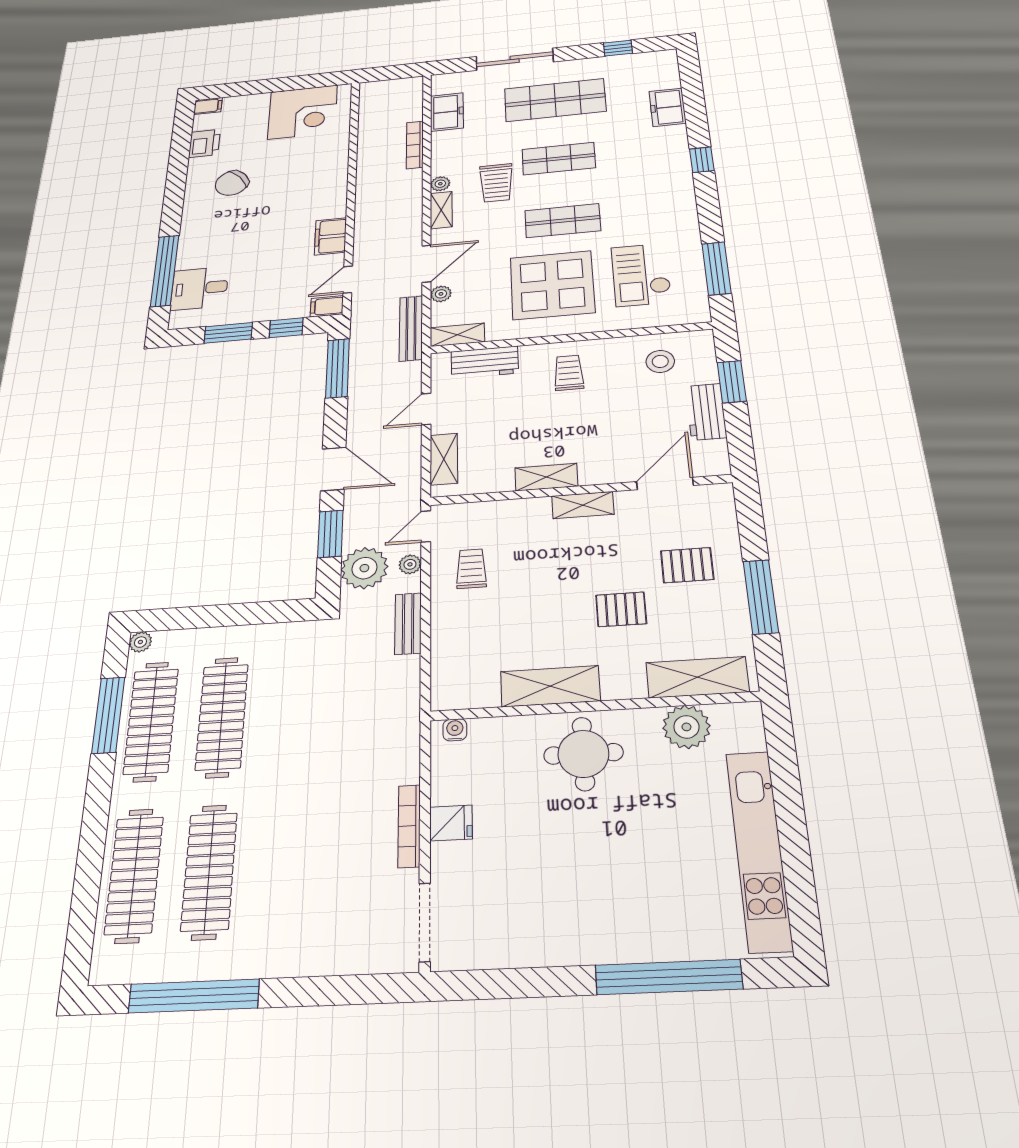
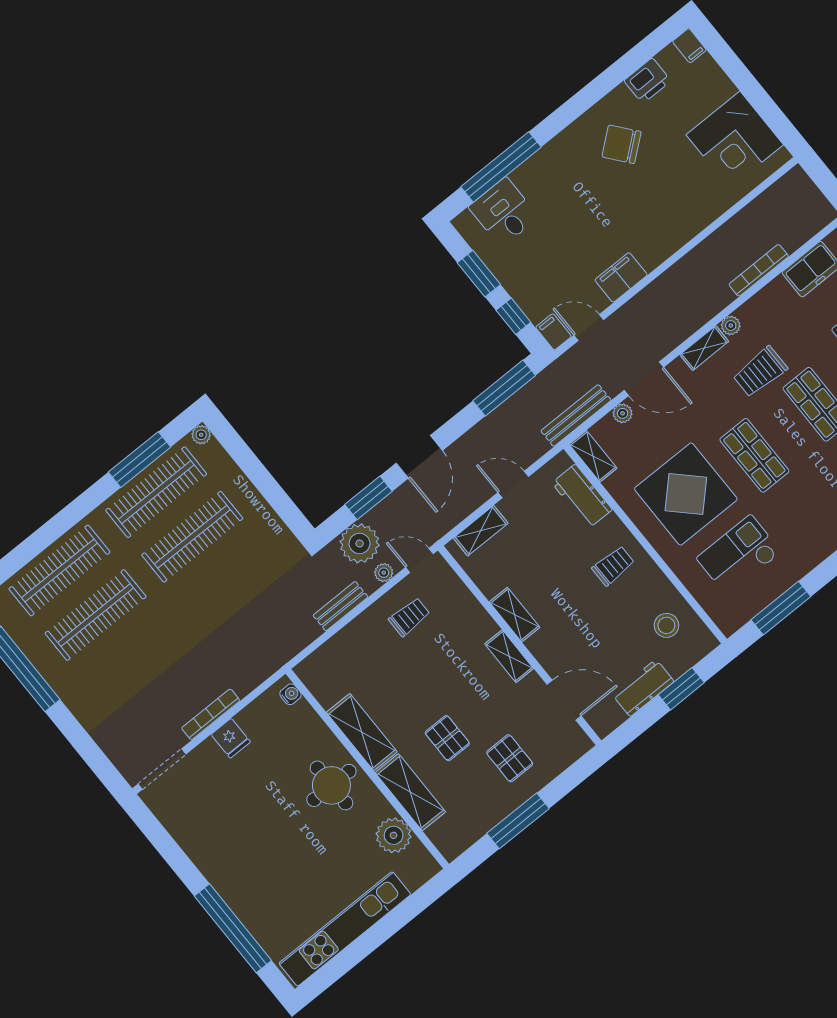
shelving: (697, 677) -> (410, 792), moved

